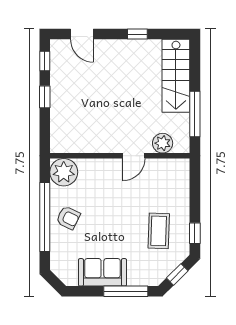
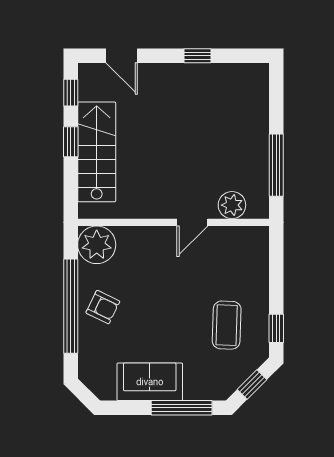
stairs: (176, 76) -> (97, 152), moved, turned 180

